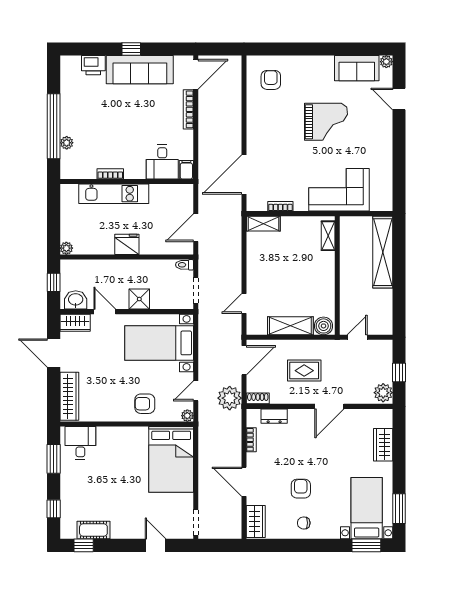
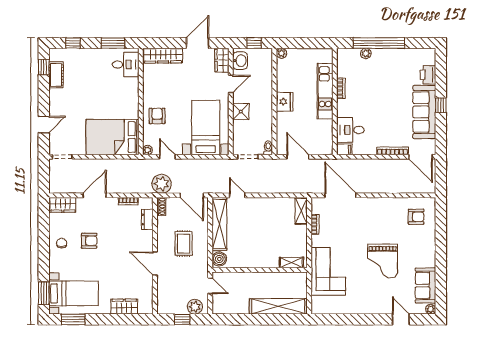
door: (399, 99) -> (401, 319), hinge flipped
shelving: (290, 326) -> (219, 224), width x1.47
plant: (383, 393) -> (195, 307), moved

